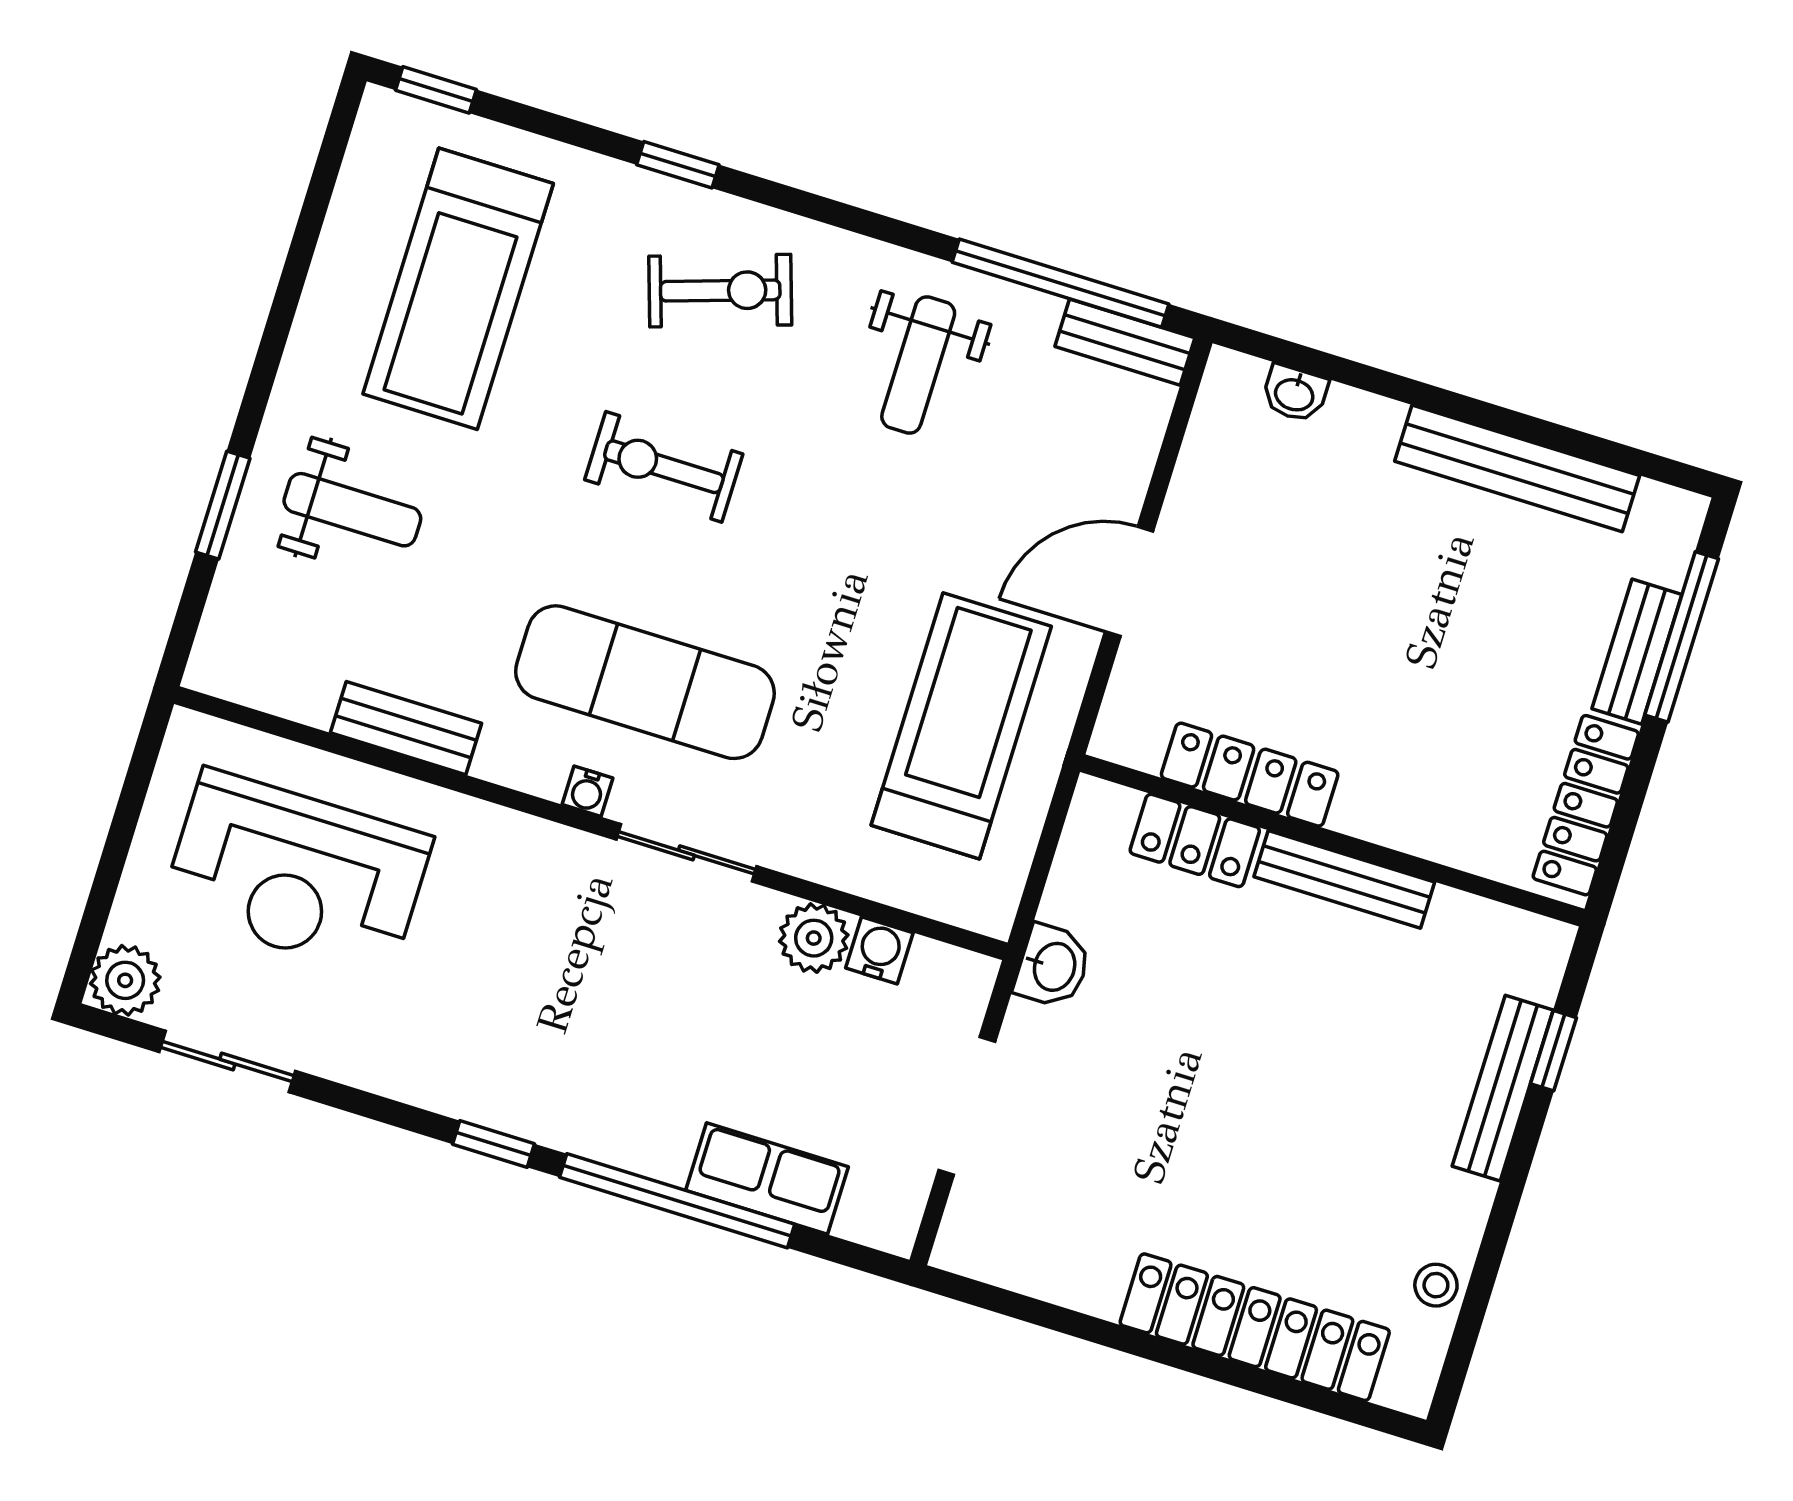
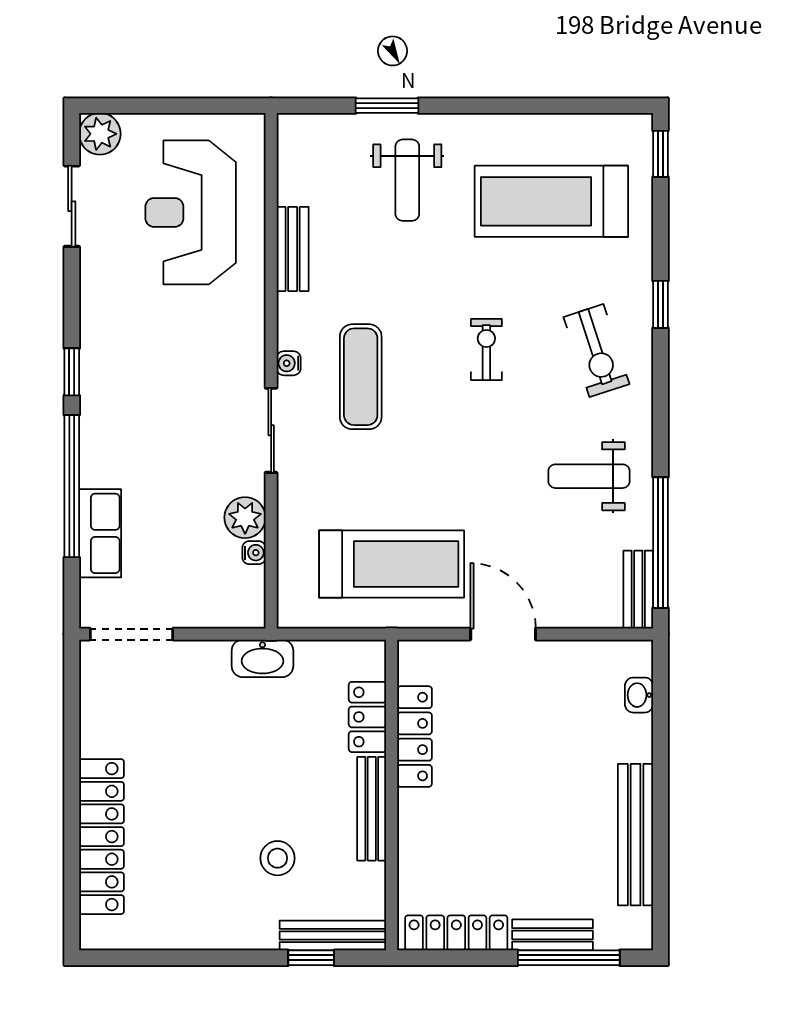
exercise bike: (664, 467) -> (486, 350), width x0.73, depth x0.72
exercise mat: (645, 682) -> (361, 377), width x0.73, depth x0.69
water cooler: (879, 950) -> (254, 553), width x0.72, depth x0.72
washbasin: (1053, 966) -> (262, 658), width x1.38
bench: (1503, 1088) -> (333, 935), moved
doorway: (967, 1106) -> (131, 634), moved
stool: (1436, 1285) -> (277, 858), moved, width x1.37, depth x1.37

